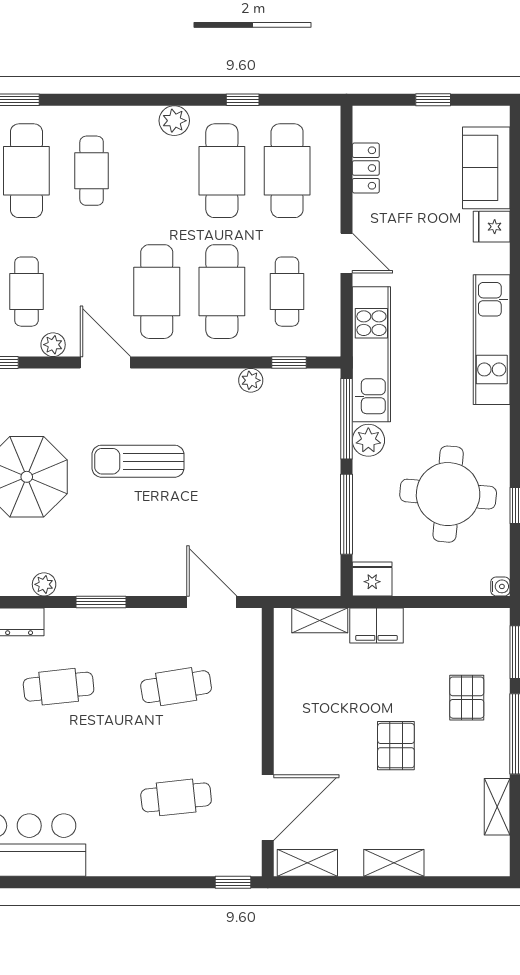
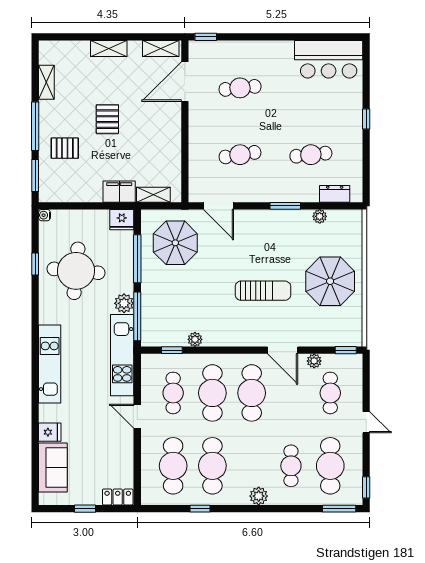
plant: (174, 121) -> (259, 496), moved
locker: (366, 168) -> (118, 497), moved, turned 90
parasol: (283, 541) -> (175, 243), added
pallet: (467, 698) -> (65, 148), turned 90

